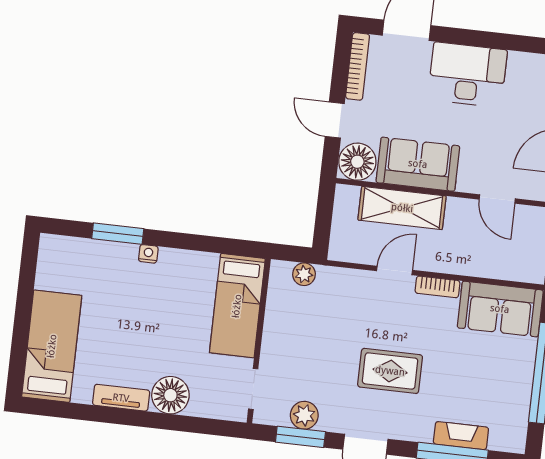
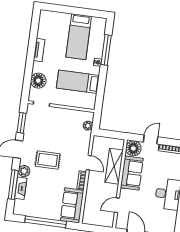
window: (118, 234) -> (106, 50), width x1.44
bed: (237, 306) -> (78, 82), moved
bed: (52, 346) -> (79, 37), moved, turned 90
rug: (390, 371) -> (48, 160), turned 90
floor lamp: (170, 395) -> (38, 81), moved
plant: (304, 415) -> (24, 171), moved

